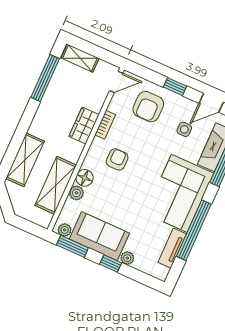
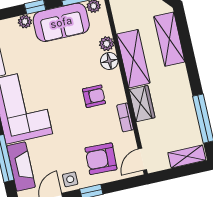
armchair: (148, 107) -> (101, 159), turned -88
side table: (184, 129) -> (70, 179), moved
armchair: (117, 159) -> (94, 96), turned -90
shelving: (56, 185) -> (133, 59), moved

